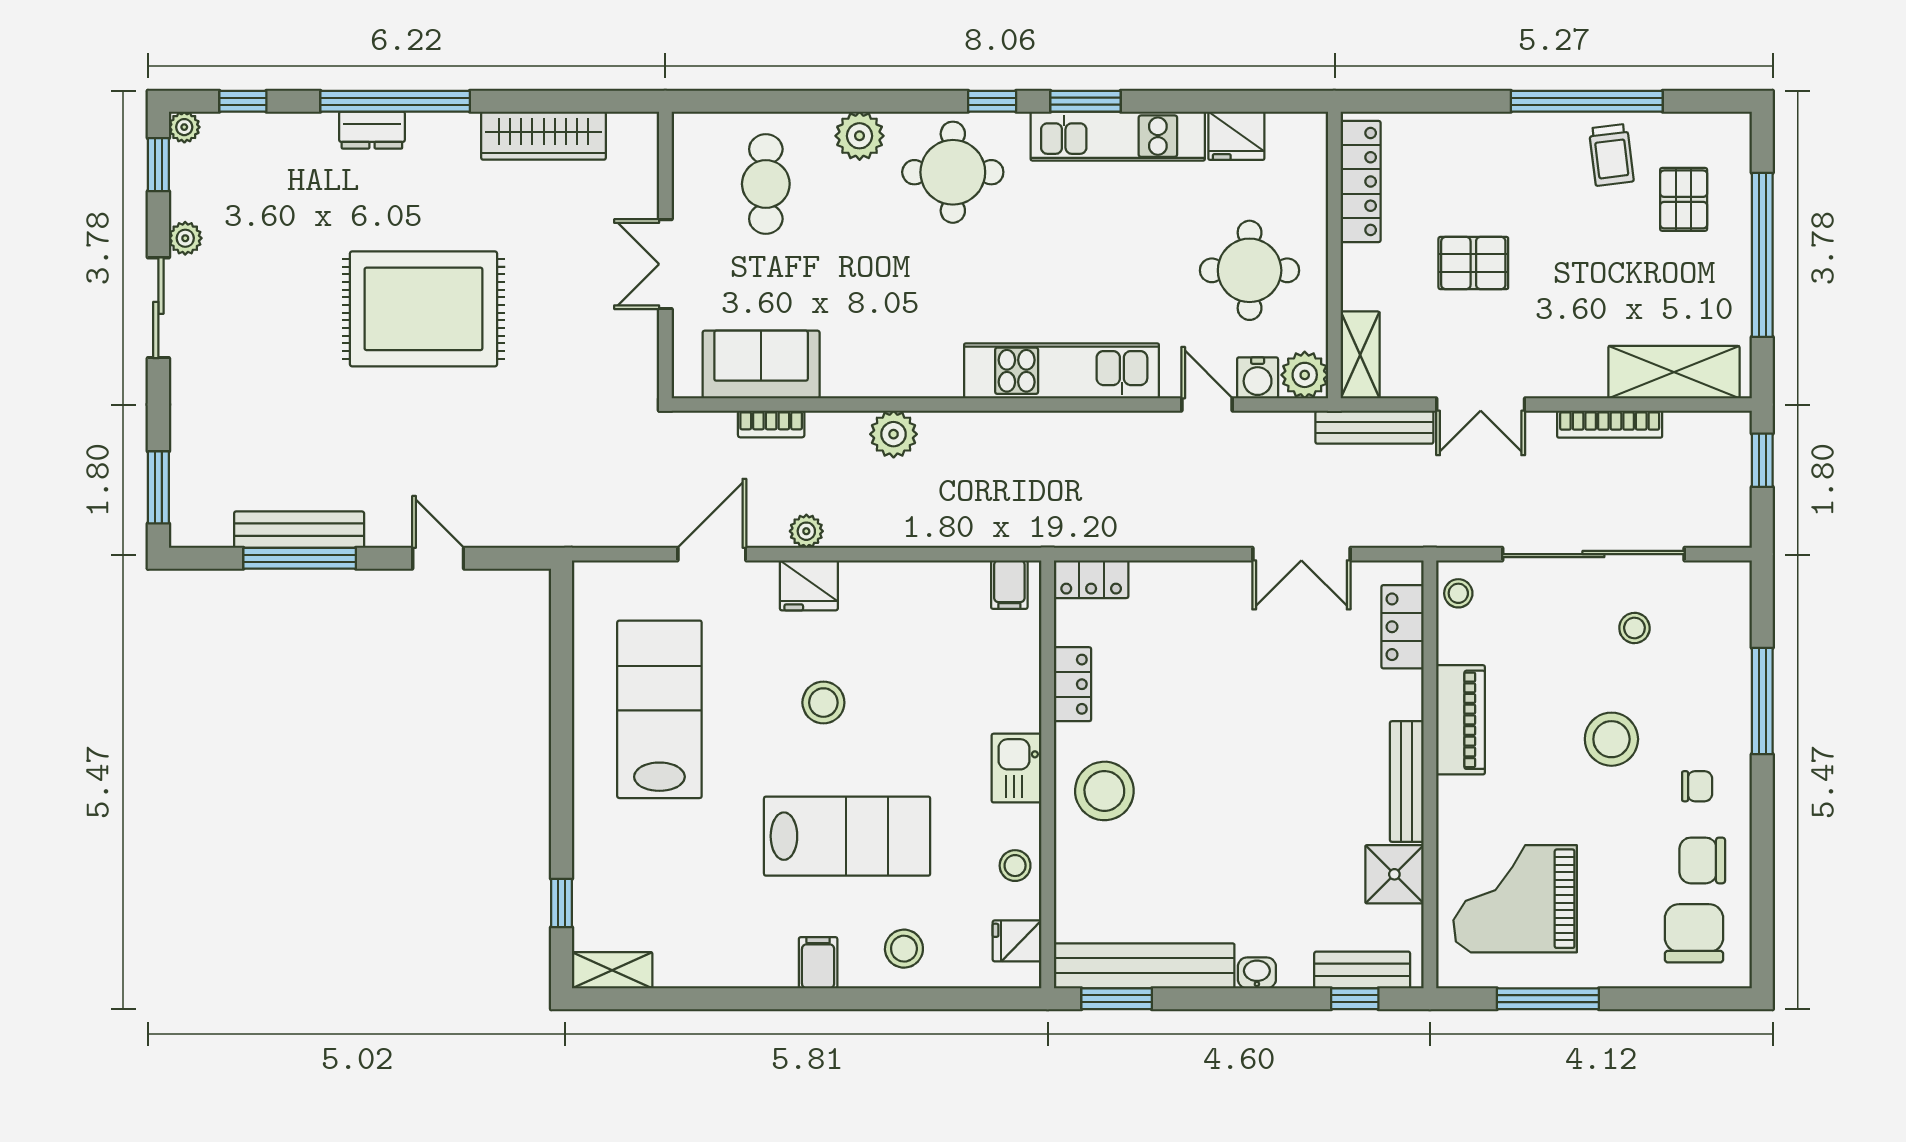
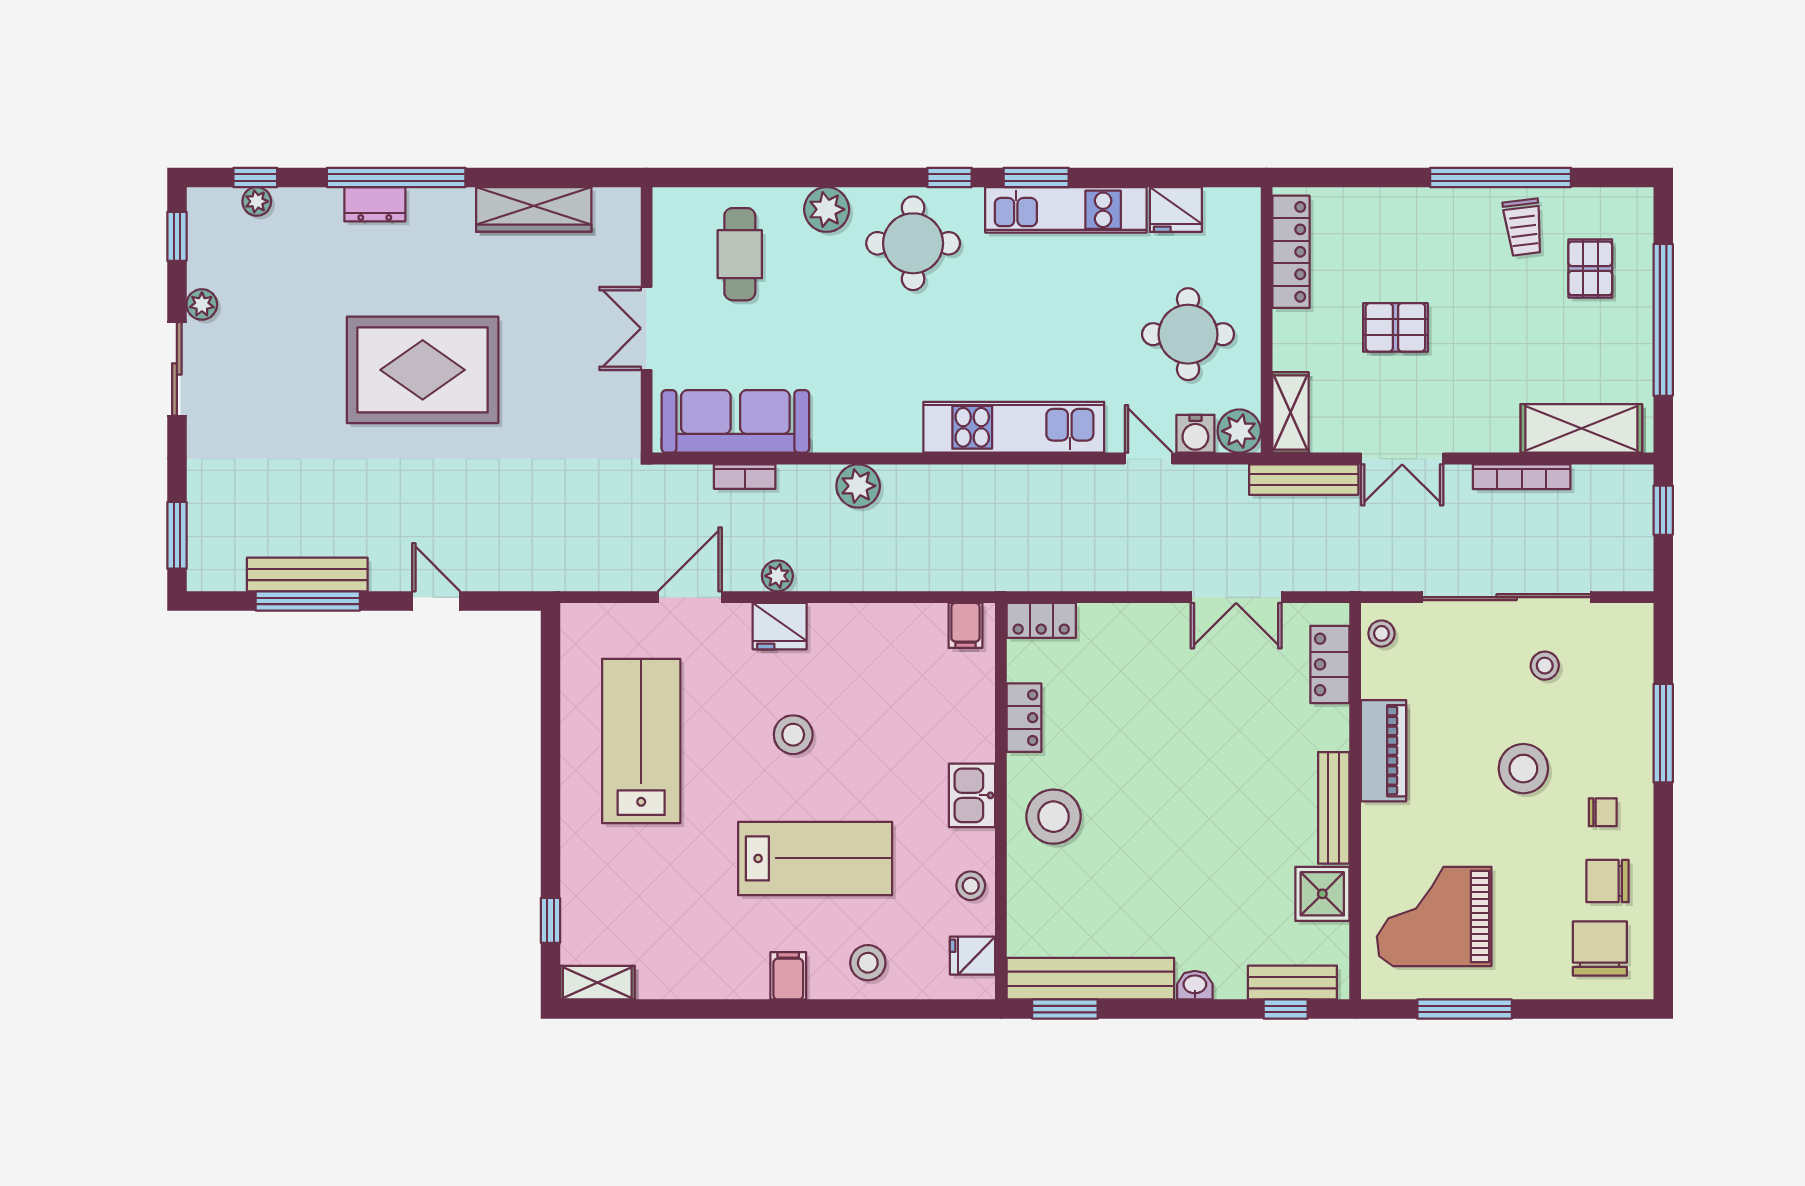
plant: (184, 127) -> (257, 201), moved
sofa: (761, 364) -> (735, 421), width x1.36

